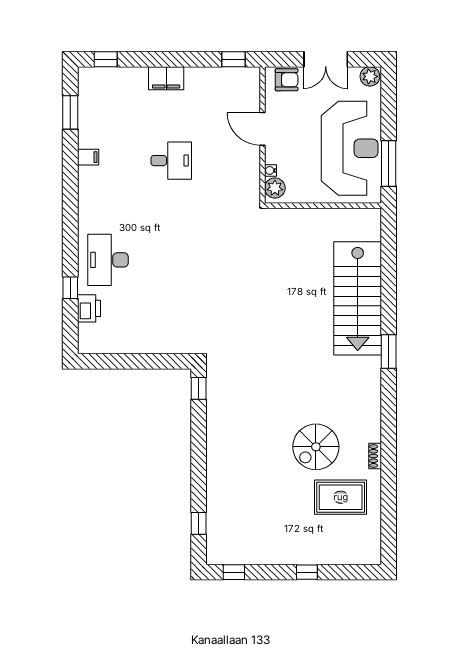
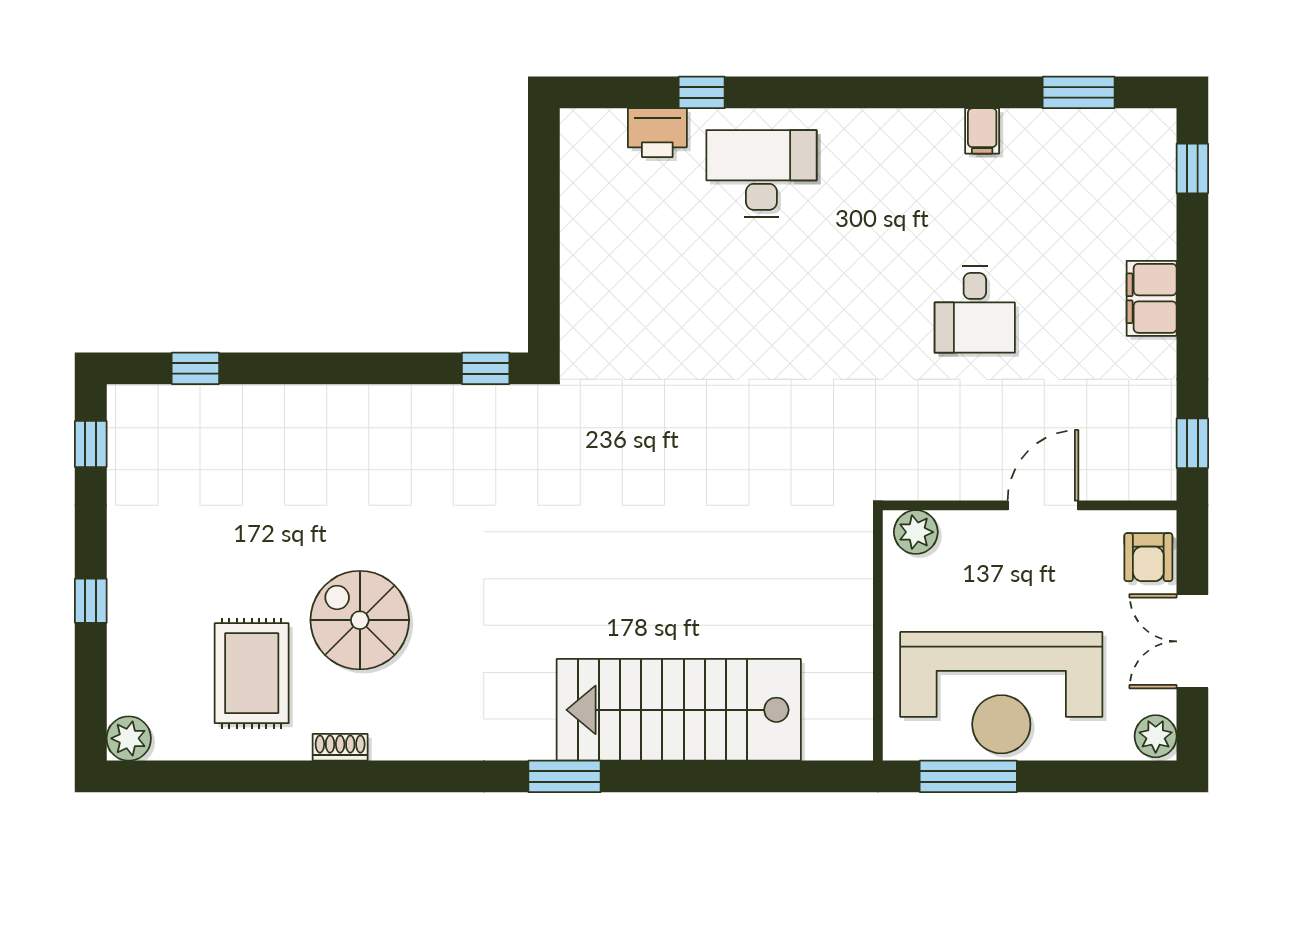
water cooler: (271, 170) -> (954, 523), removed
plant: (371, 554) -> (129, 738), added

